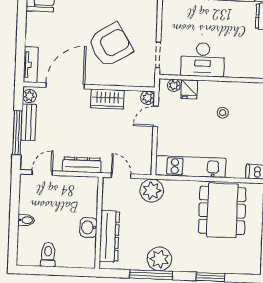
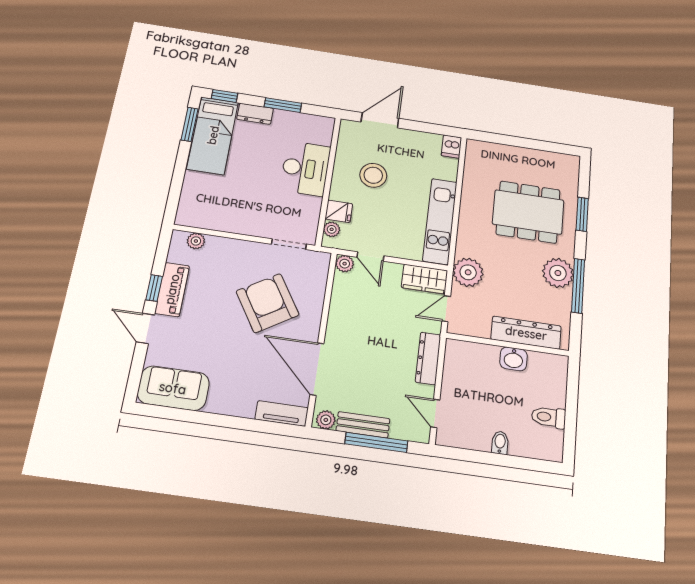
desk: (203, 60) -> (305, 168), moved
wardrobe: (107, 99) -> (425, 279), moved, turned 90
stool: (223, 113) -> (373, 175), width x1.89, depth x1.89
dining table: (222, 210) -> (528, 212), moved

